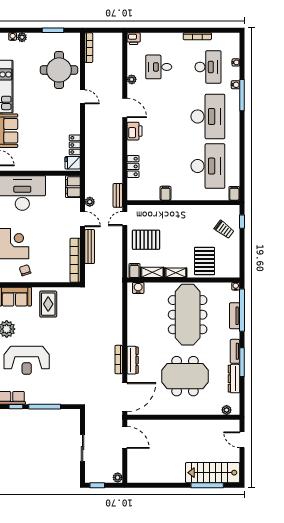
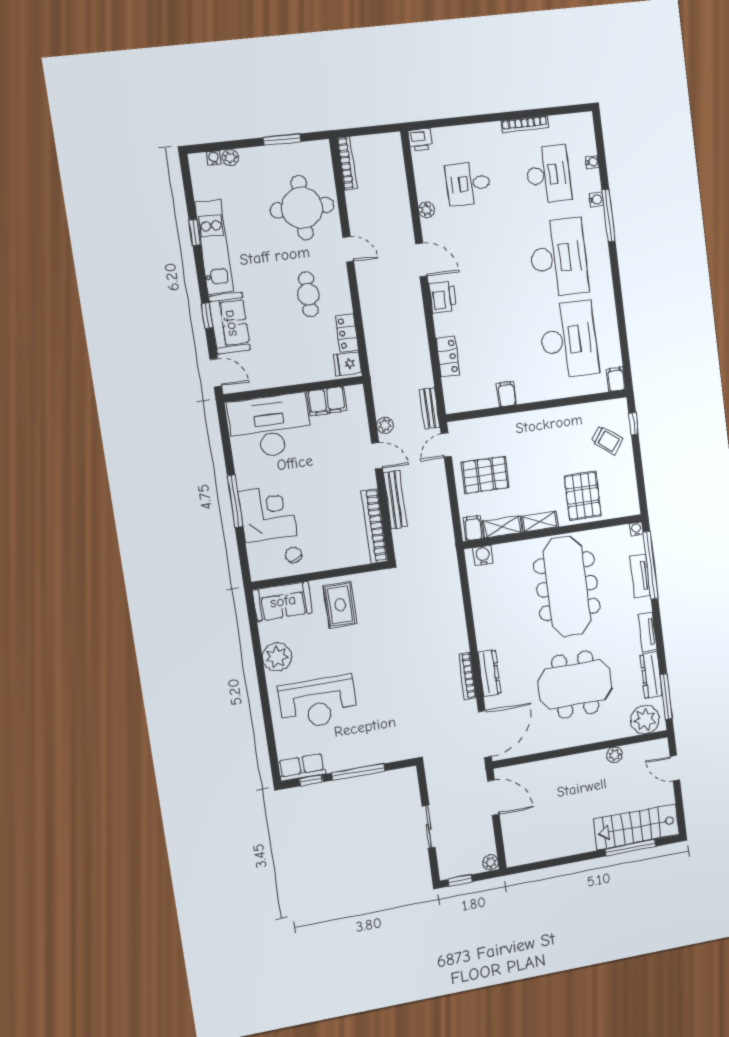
cafe table: (55, 120) -> (308, 294), added
filing cabinet: (73, 187) -> (327, 401), moved, turned -90
window: (242, 362) -> (666, 697), moved
plant: (227, 410) -> (645, 720), width x1.87, depth x1.87
plant: (204, 424) -> (614, 755), added

